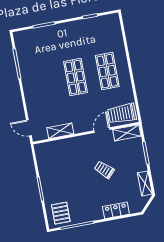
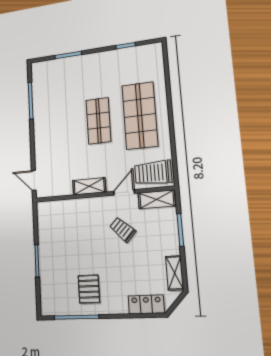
shop shelf: (107, 71) -> (140, 116), width x1.43, depth x1.36
shelving: (60, 131) -> (89, 186), moved
trolley: (104, 170) -> (123, 230), moved
locker: (116, 210) -> (146, 304), moved
pallet: (61, 213) -> (89, 289), moved

